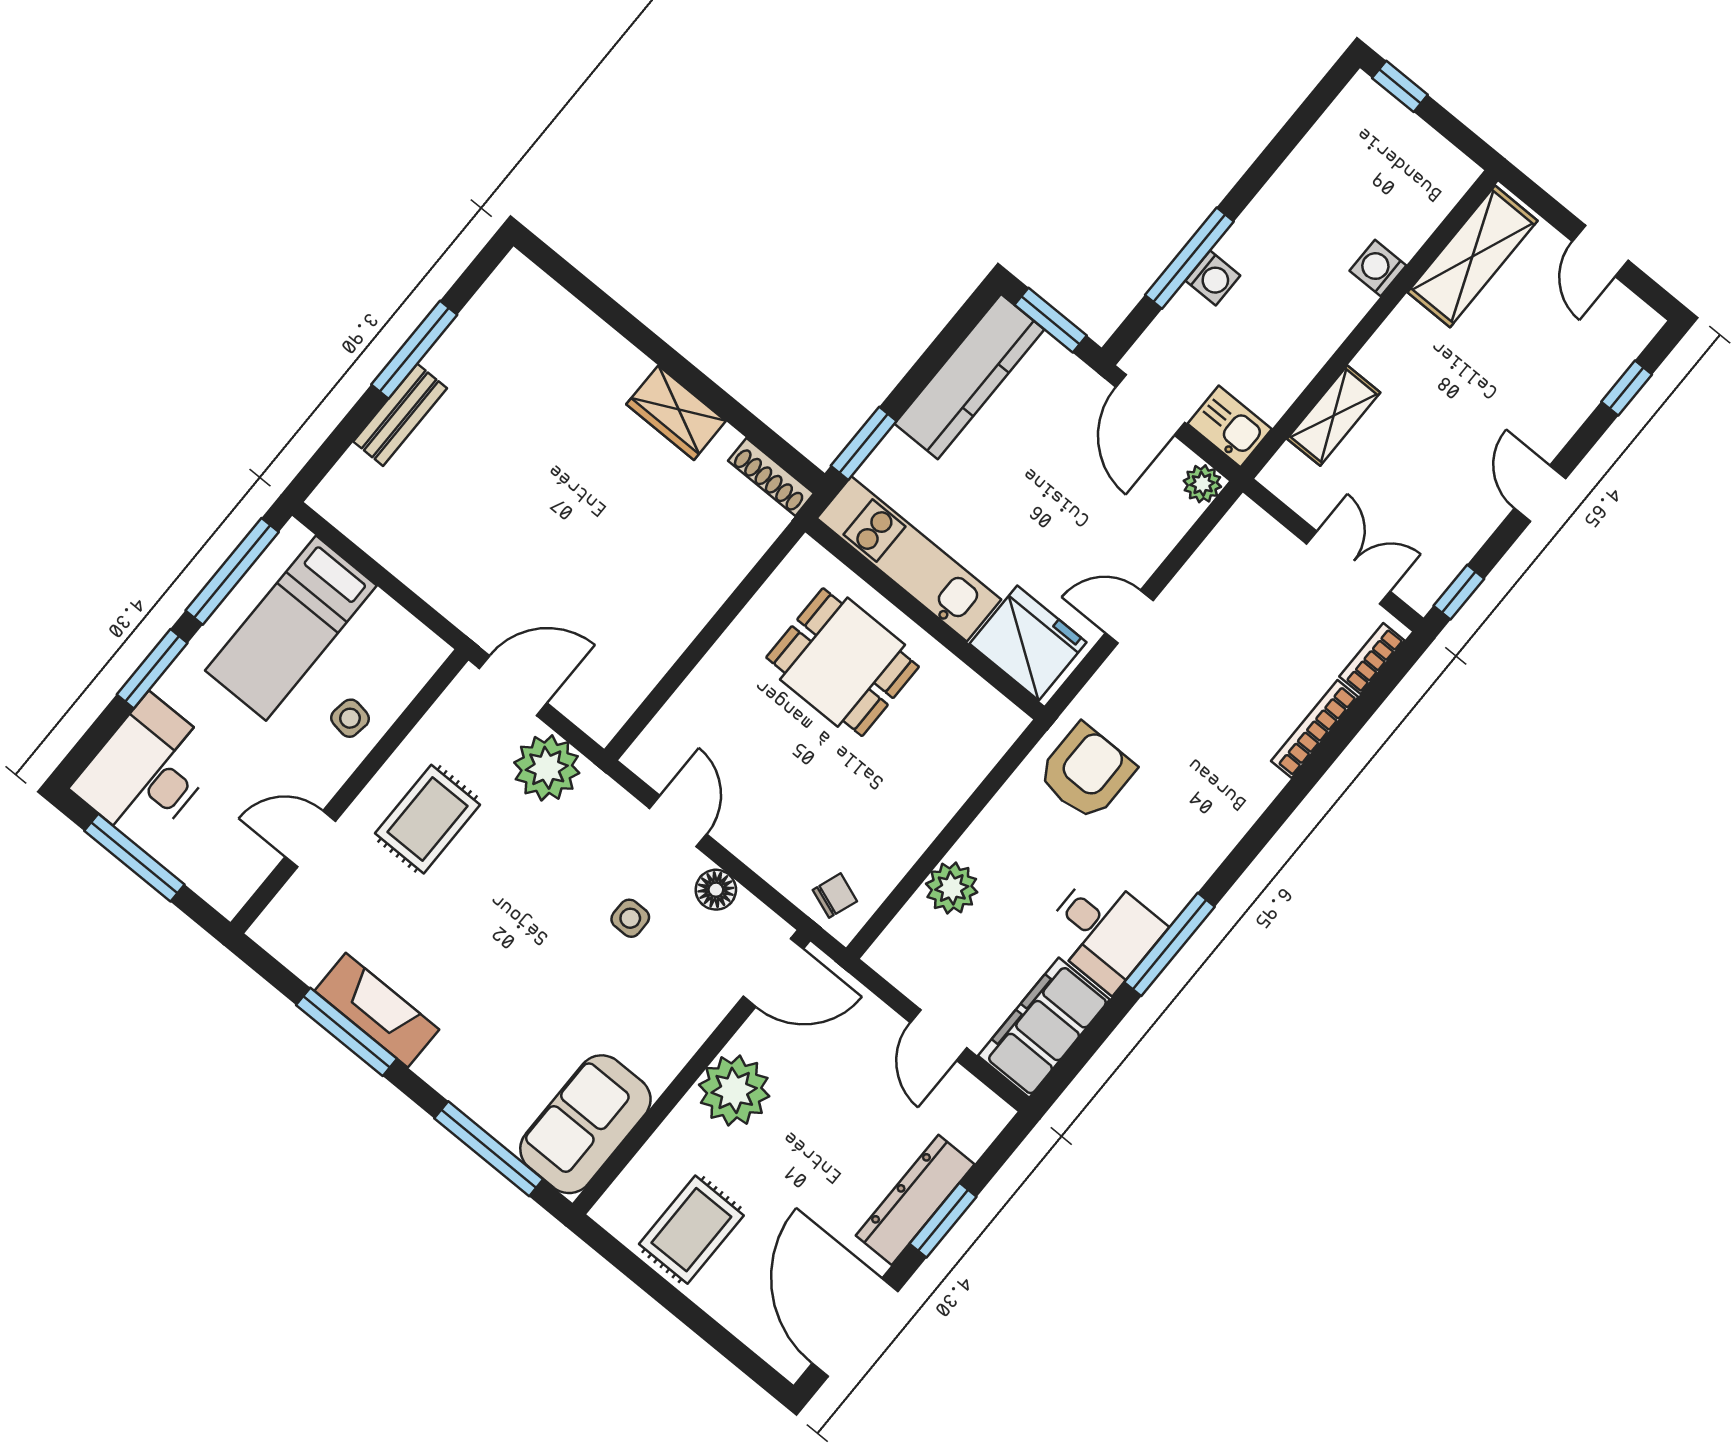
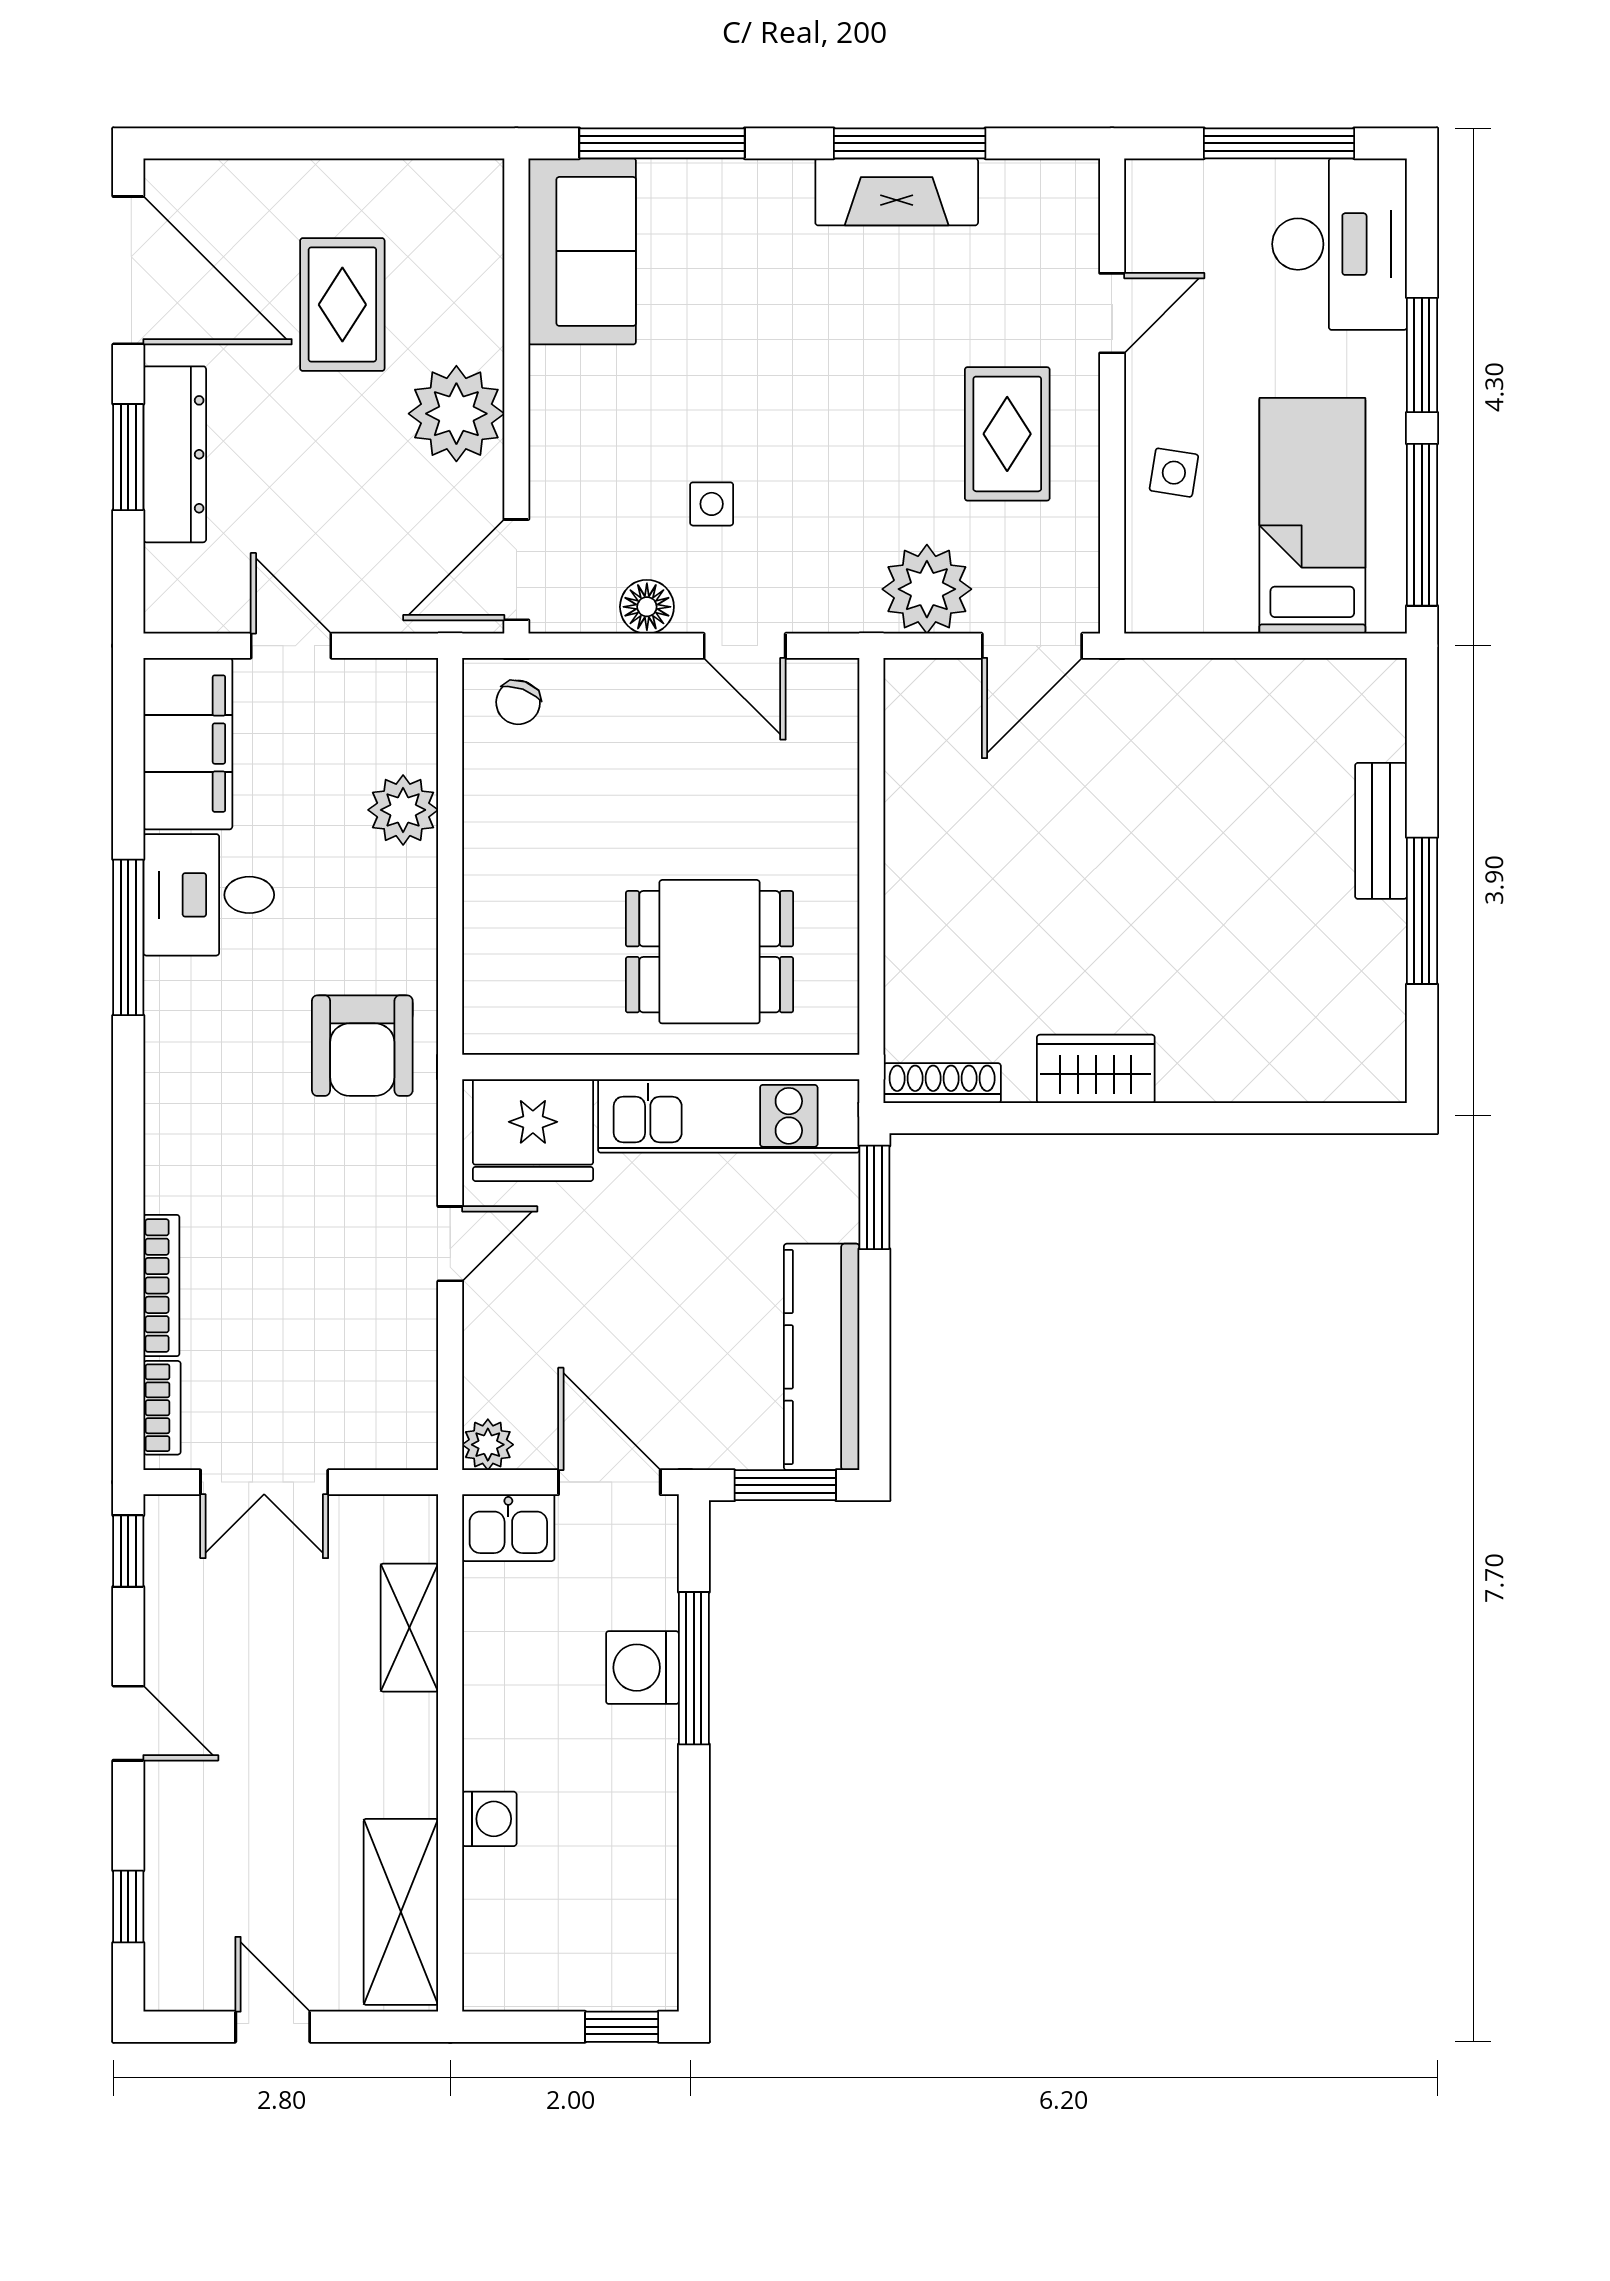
washing machine: (1213, 278) -> (642, 1668), width x1.38, depth x1.38
rug: (691, 1230) -> (342, 305), moved

